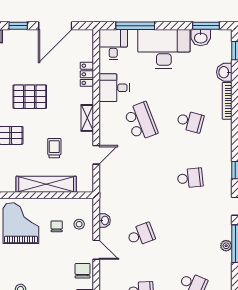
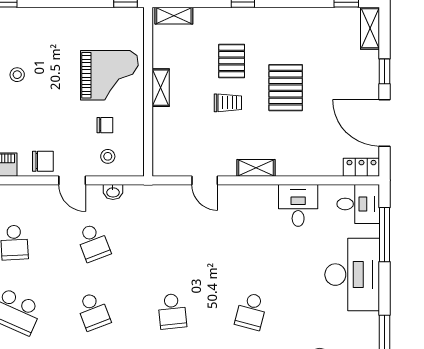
washbasin: (201, 38) -> (368, 326), removed
locker: (87, 74) -> (361, 167), moved
school desk: (141, 121) -> (93, 311), moved, width x0.54
trolley: (54, 148) -> (228, 103), moved
shelving: (46, 184) -> (161, 88), width x0.45, depth x0.75
door: (96, 250) -> (72, 180), hinge flipped

